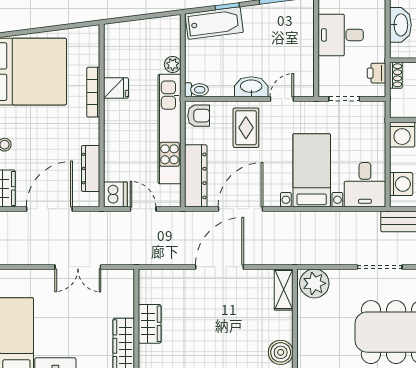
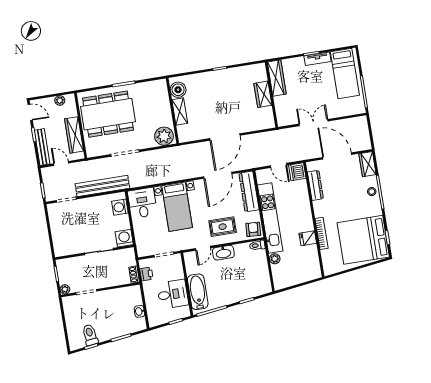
bathtub: (214, 23) -> (198, 292), moved, turned 97
washbasin: (400, 25) -> (139, 311), width x0.52, depth x0.69
armchair: (199, 116) -> (253, 229), turned 94
rug: (246, 128) -> (223, 227), turned 90
door: (49, 209) -> (337, 156), swing flipped
shelving: (284, 289) -> (180, 112), moved

